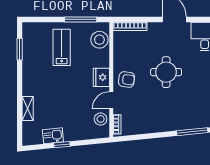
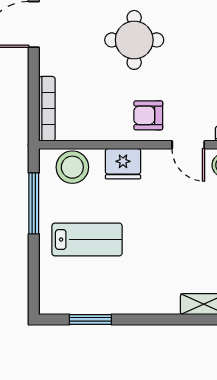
lab bench: (62, 47) -> (87, 239), turned 180
fridge: (101, 77) -> (123, 164), moved
armchair: (127, 79) -> (148, 115), turned -97

